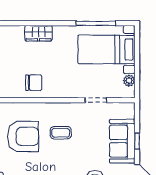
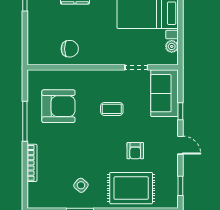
coffee table: (61, 133) -> (112, 109), moved
sofa: (122, 141) -> (164, 93), moved

